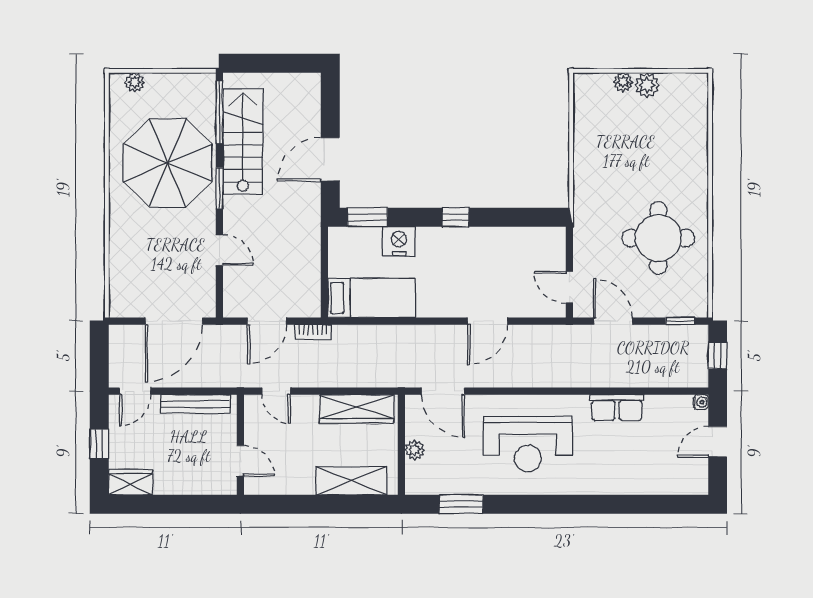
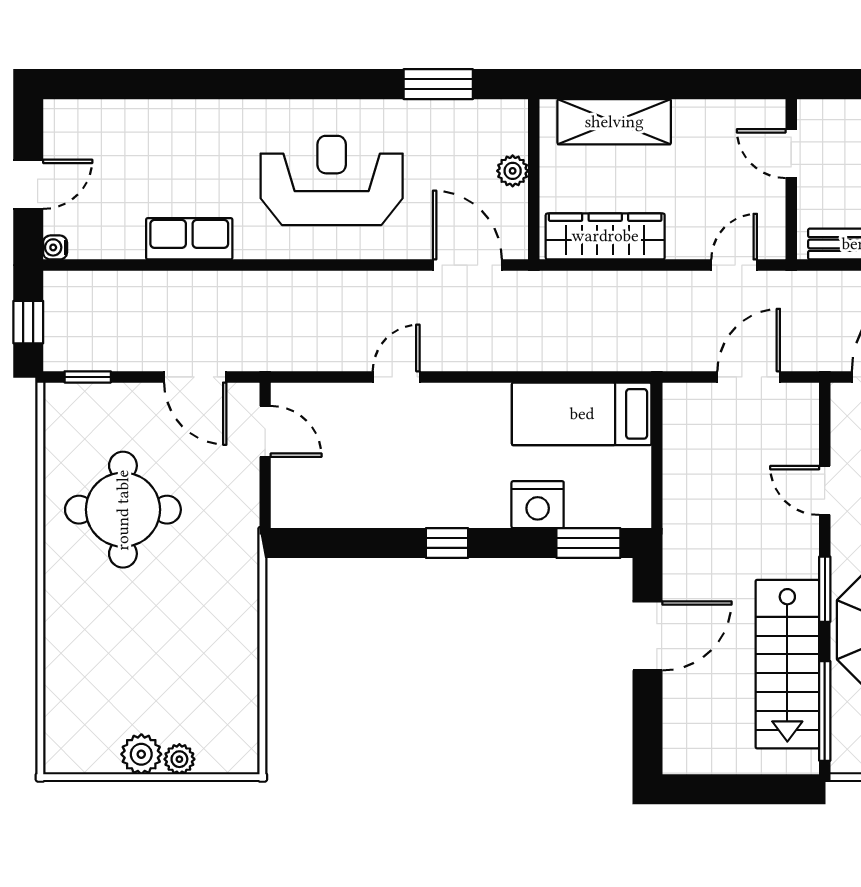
door: (487, 321) -> (396, 377), width x0.73
bookcase: (313, 332) -> (675, 359), removed
door: (276, 391) -> (734, 265), hinge flipped

